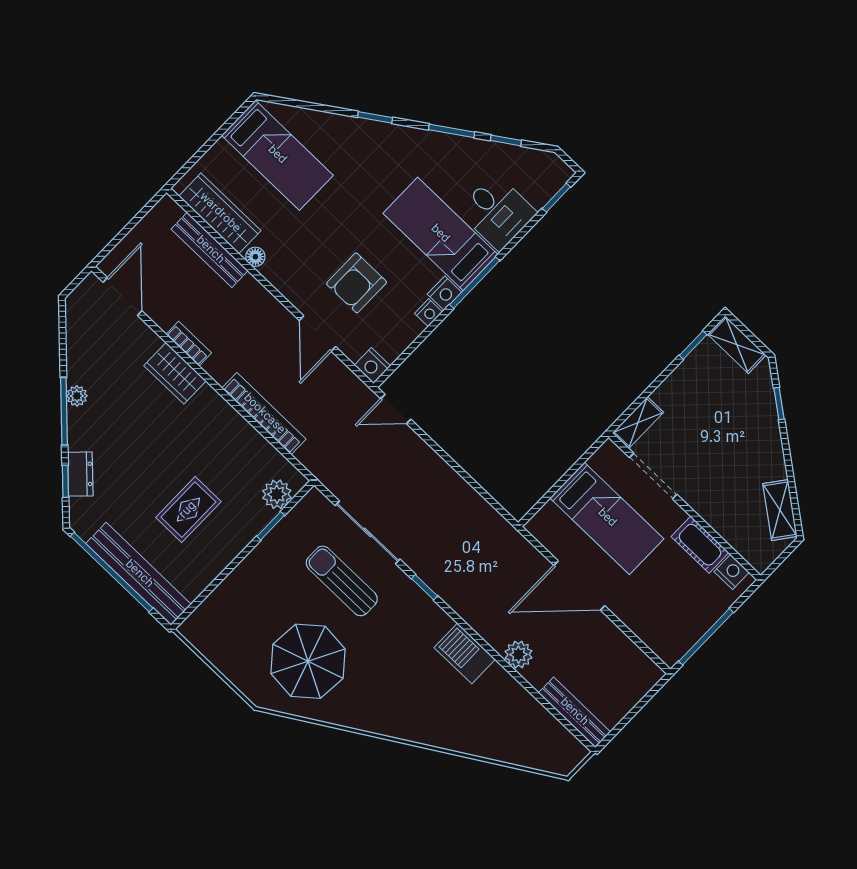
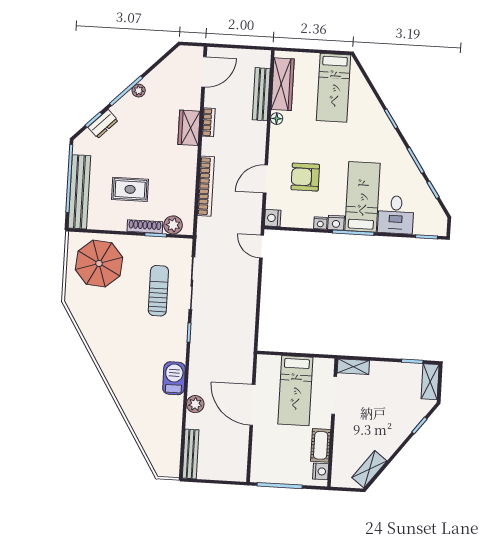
shoe rack: (249, 530) -> (145, 227), added
parasol: (308, 661) -> (99, 263), moved

